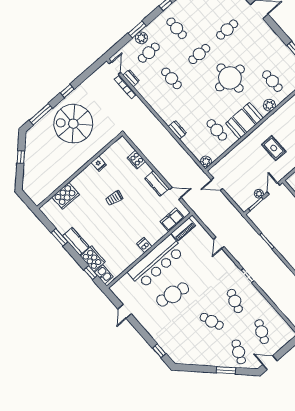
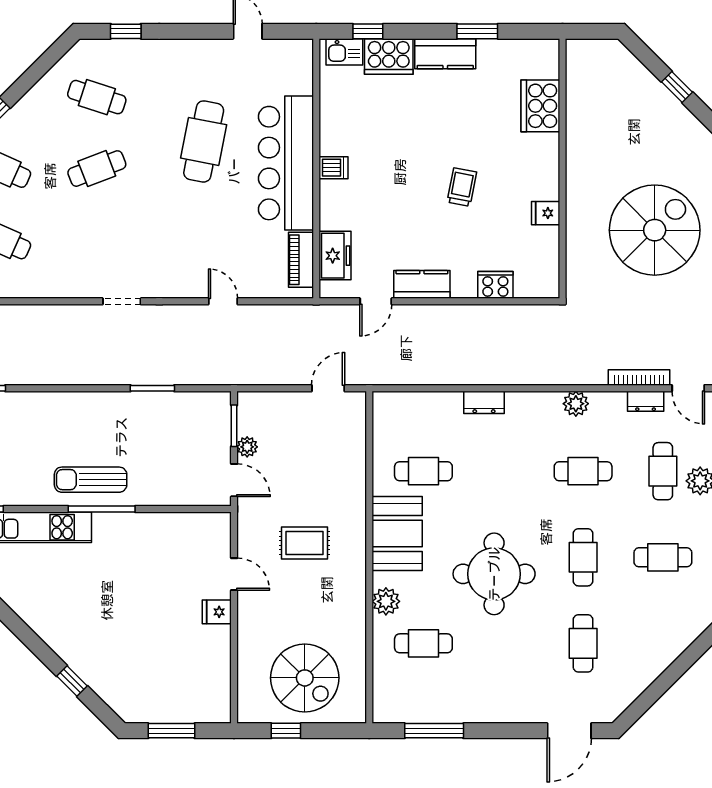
plant: (206, 162) -> (576, 404), moved
cafe table: (235, 301) -> (97, 97), moved

